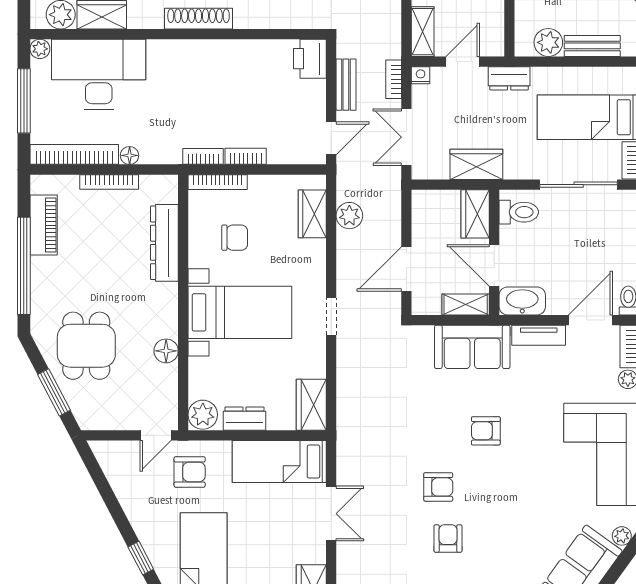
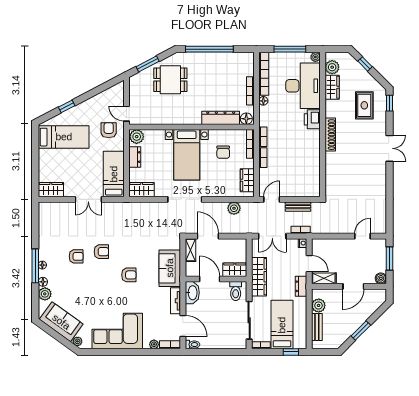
shelving: (423, 32) -> (324, 278), moved
printer: (310, 59) -> (312, 119), moved, turned -90
double door: (406, 137) -> (272, 236), swing flipped
door: (331, 138) -> (272, 199), swing flipped
wardrobe: (476, 164) -> (259, 277), width x1.50
wardrobe: (312, 214) -> (247, 180), moved, turned -90
piano: (44, 225) -> (229, 59), removed
door: (494, 265) -> (210, 279), hinge flipped
shelving: (466, 304) -> (191, 250), moved
doorway: (331, 316) -> (185, 199), width x1.88
floor lamp: (166, 351) -> (246, 119), moved
armchair: (486, 431) -> (129, 275), turned 90
armchair: (190, 472) -> (109, 130), turned 180
armchair: (438, 487) -> (101, 252), turned -90

